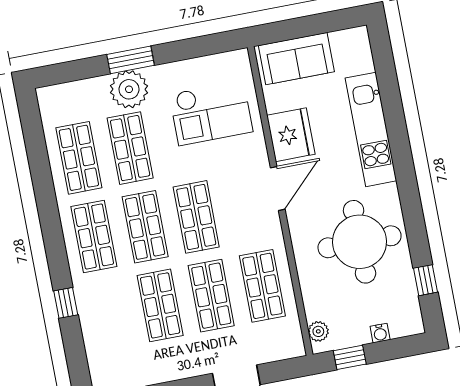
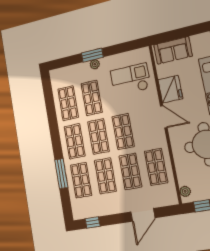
plant: (129, 89) -> (95, 64), width x0.53, depth x0.53
checkout: (211, 113) -> (130, 79), turned 180
door: (278, 189) -> (164, 117), hinge flipped
window: (66, 303) -> (61, 174), width x2.17
shop shelf: (109, 315) -> (81, 180), added

